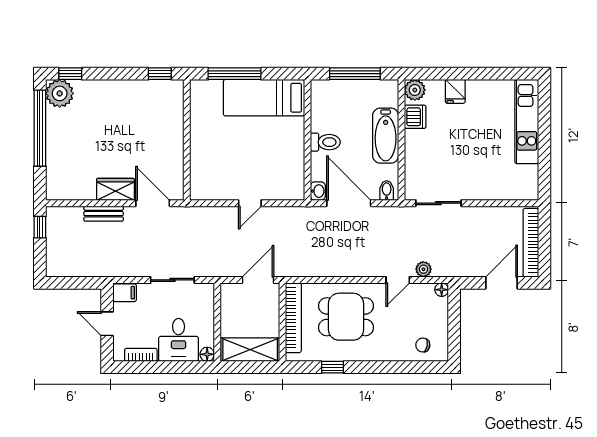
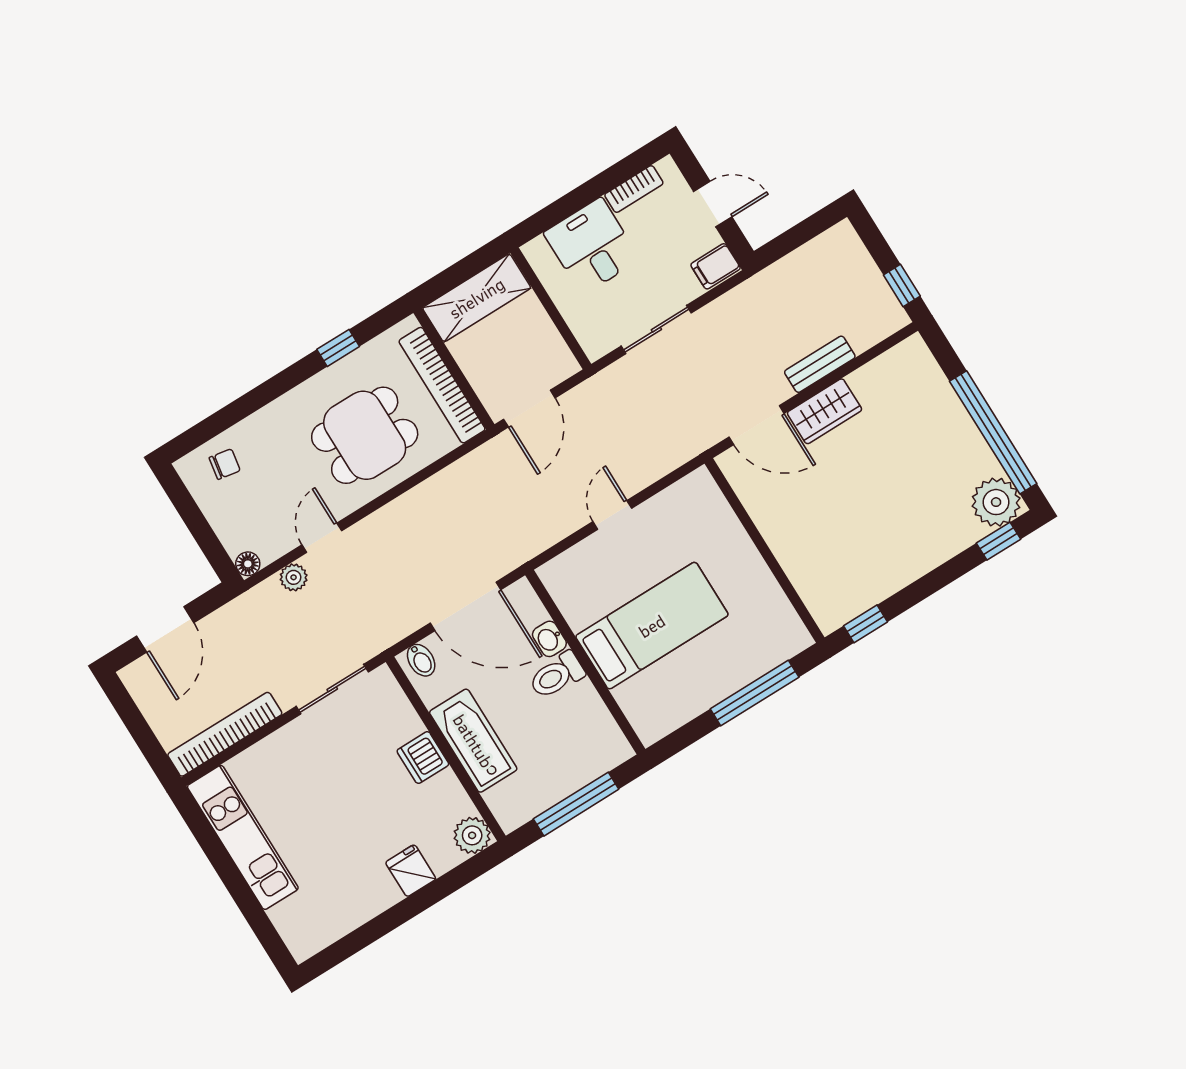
bed: (264, 98) -> (652, 626), moved
dishwasher: (415, 117) -> (423, 758), moved
kitchen unit: (527, 122) -> (243, 837), moved
washbasin: (318, 191) -> (549, 639), moved
bookcase: (531, 243) -> (225, 734), moved, turned -90
floor lamp: (207, 354) -> (536, 251), removed

